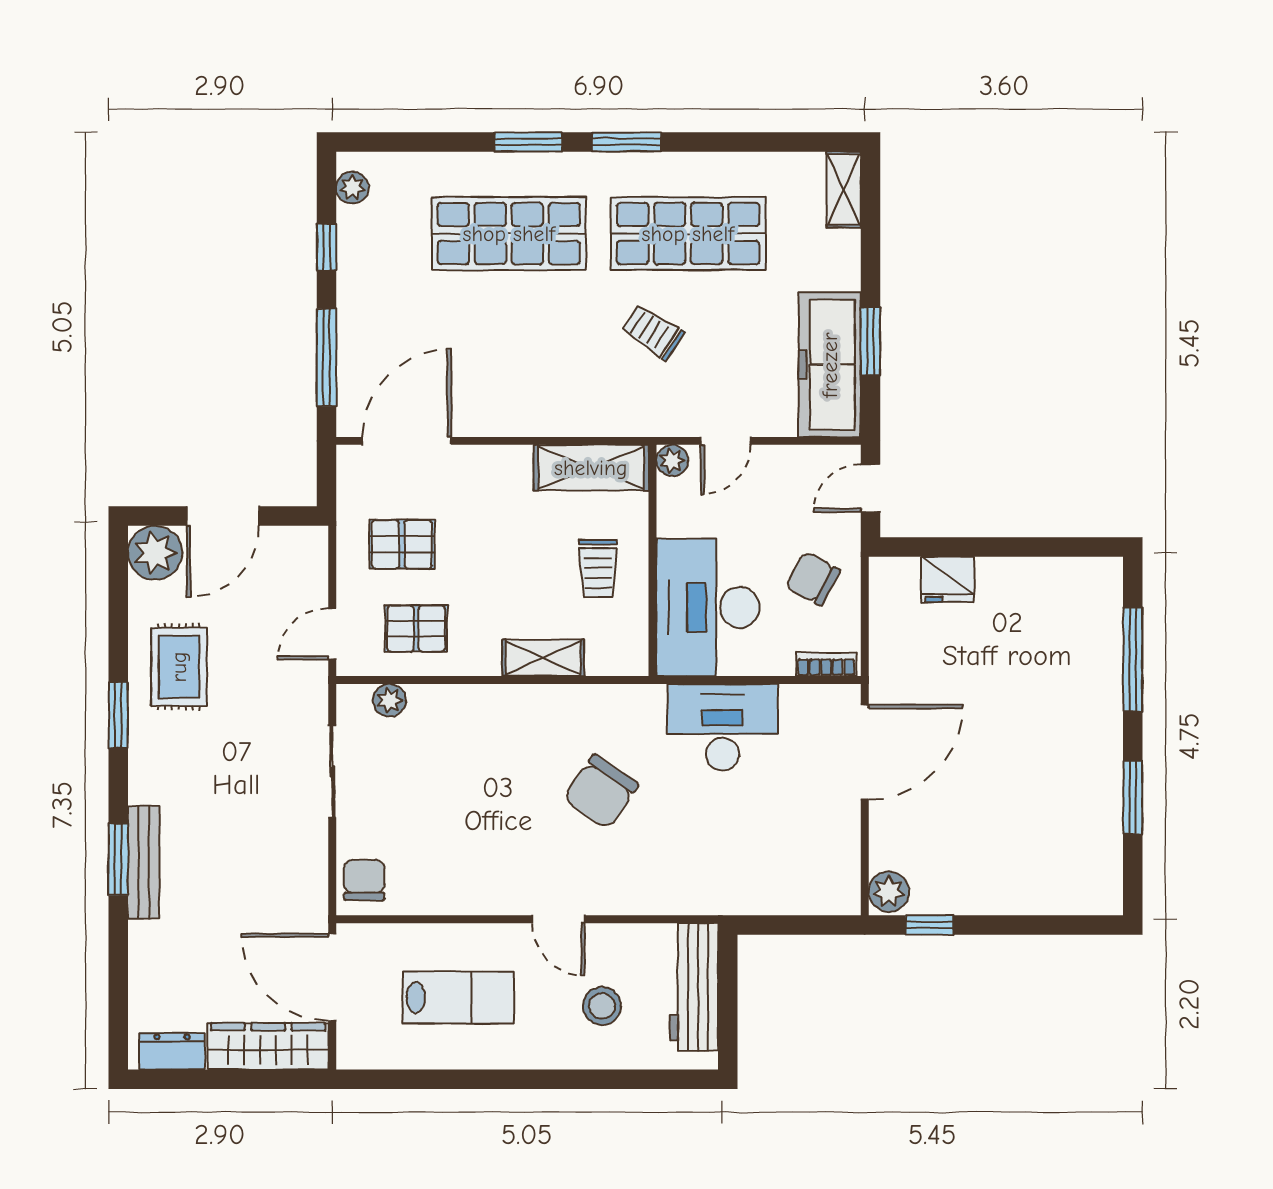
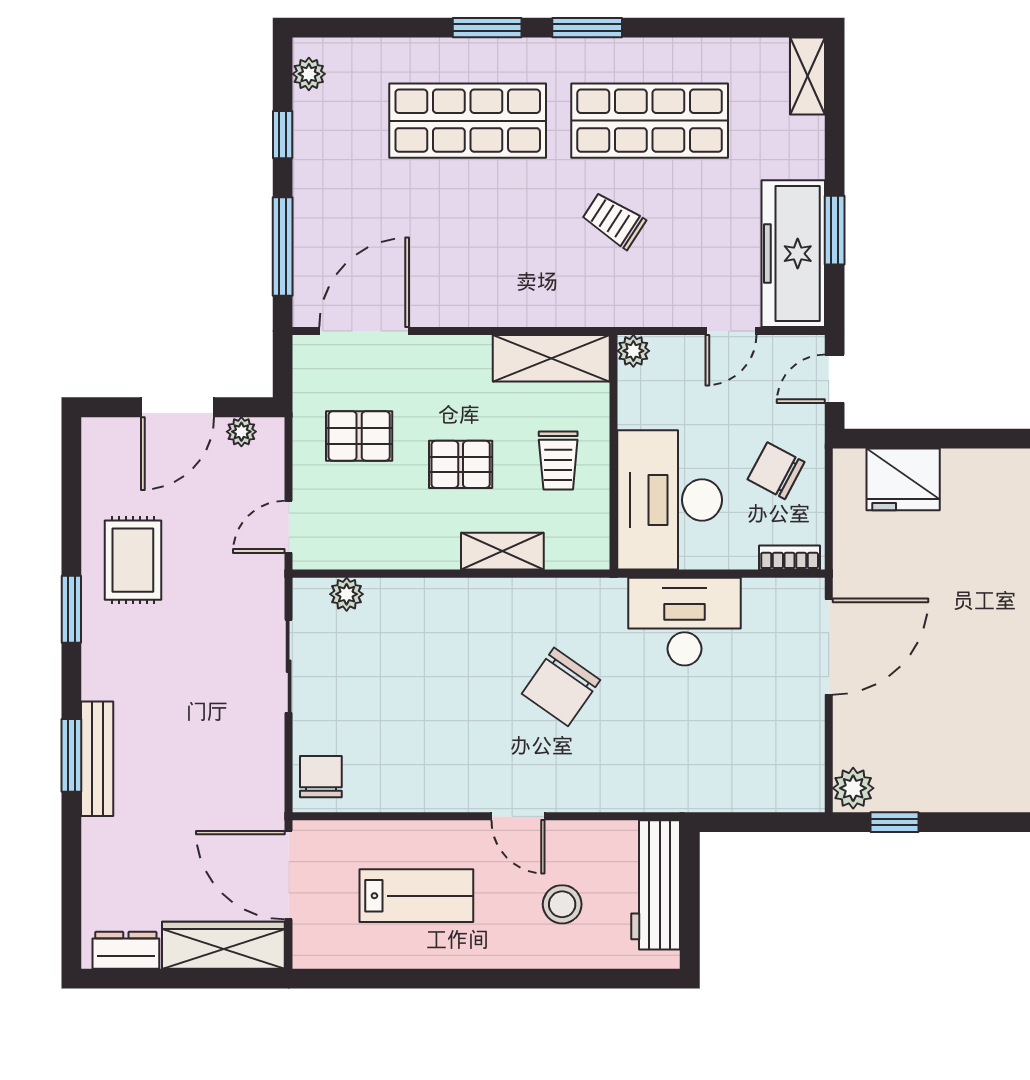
door: (726, 441) -> (731, 331), moved
plant: (155, 553) -> (241, 432), moved, width x0.53, depth x0.53
fridge: (948, 579) -> (903, 479), width x1.36, depth x1.34
pallet: (416, 629) -> (461, 464), moved

